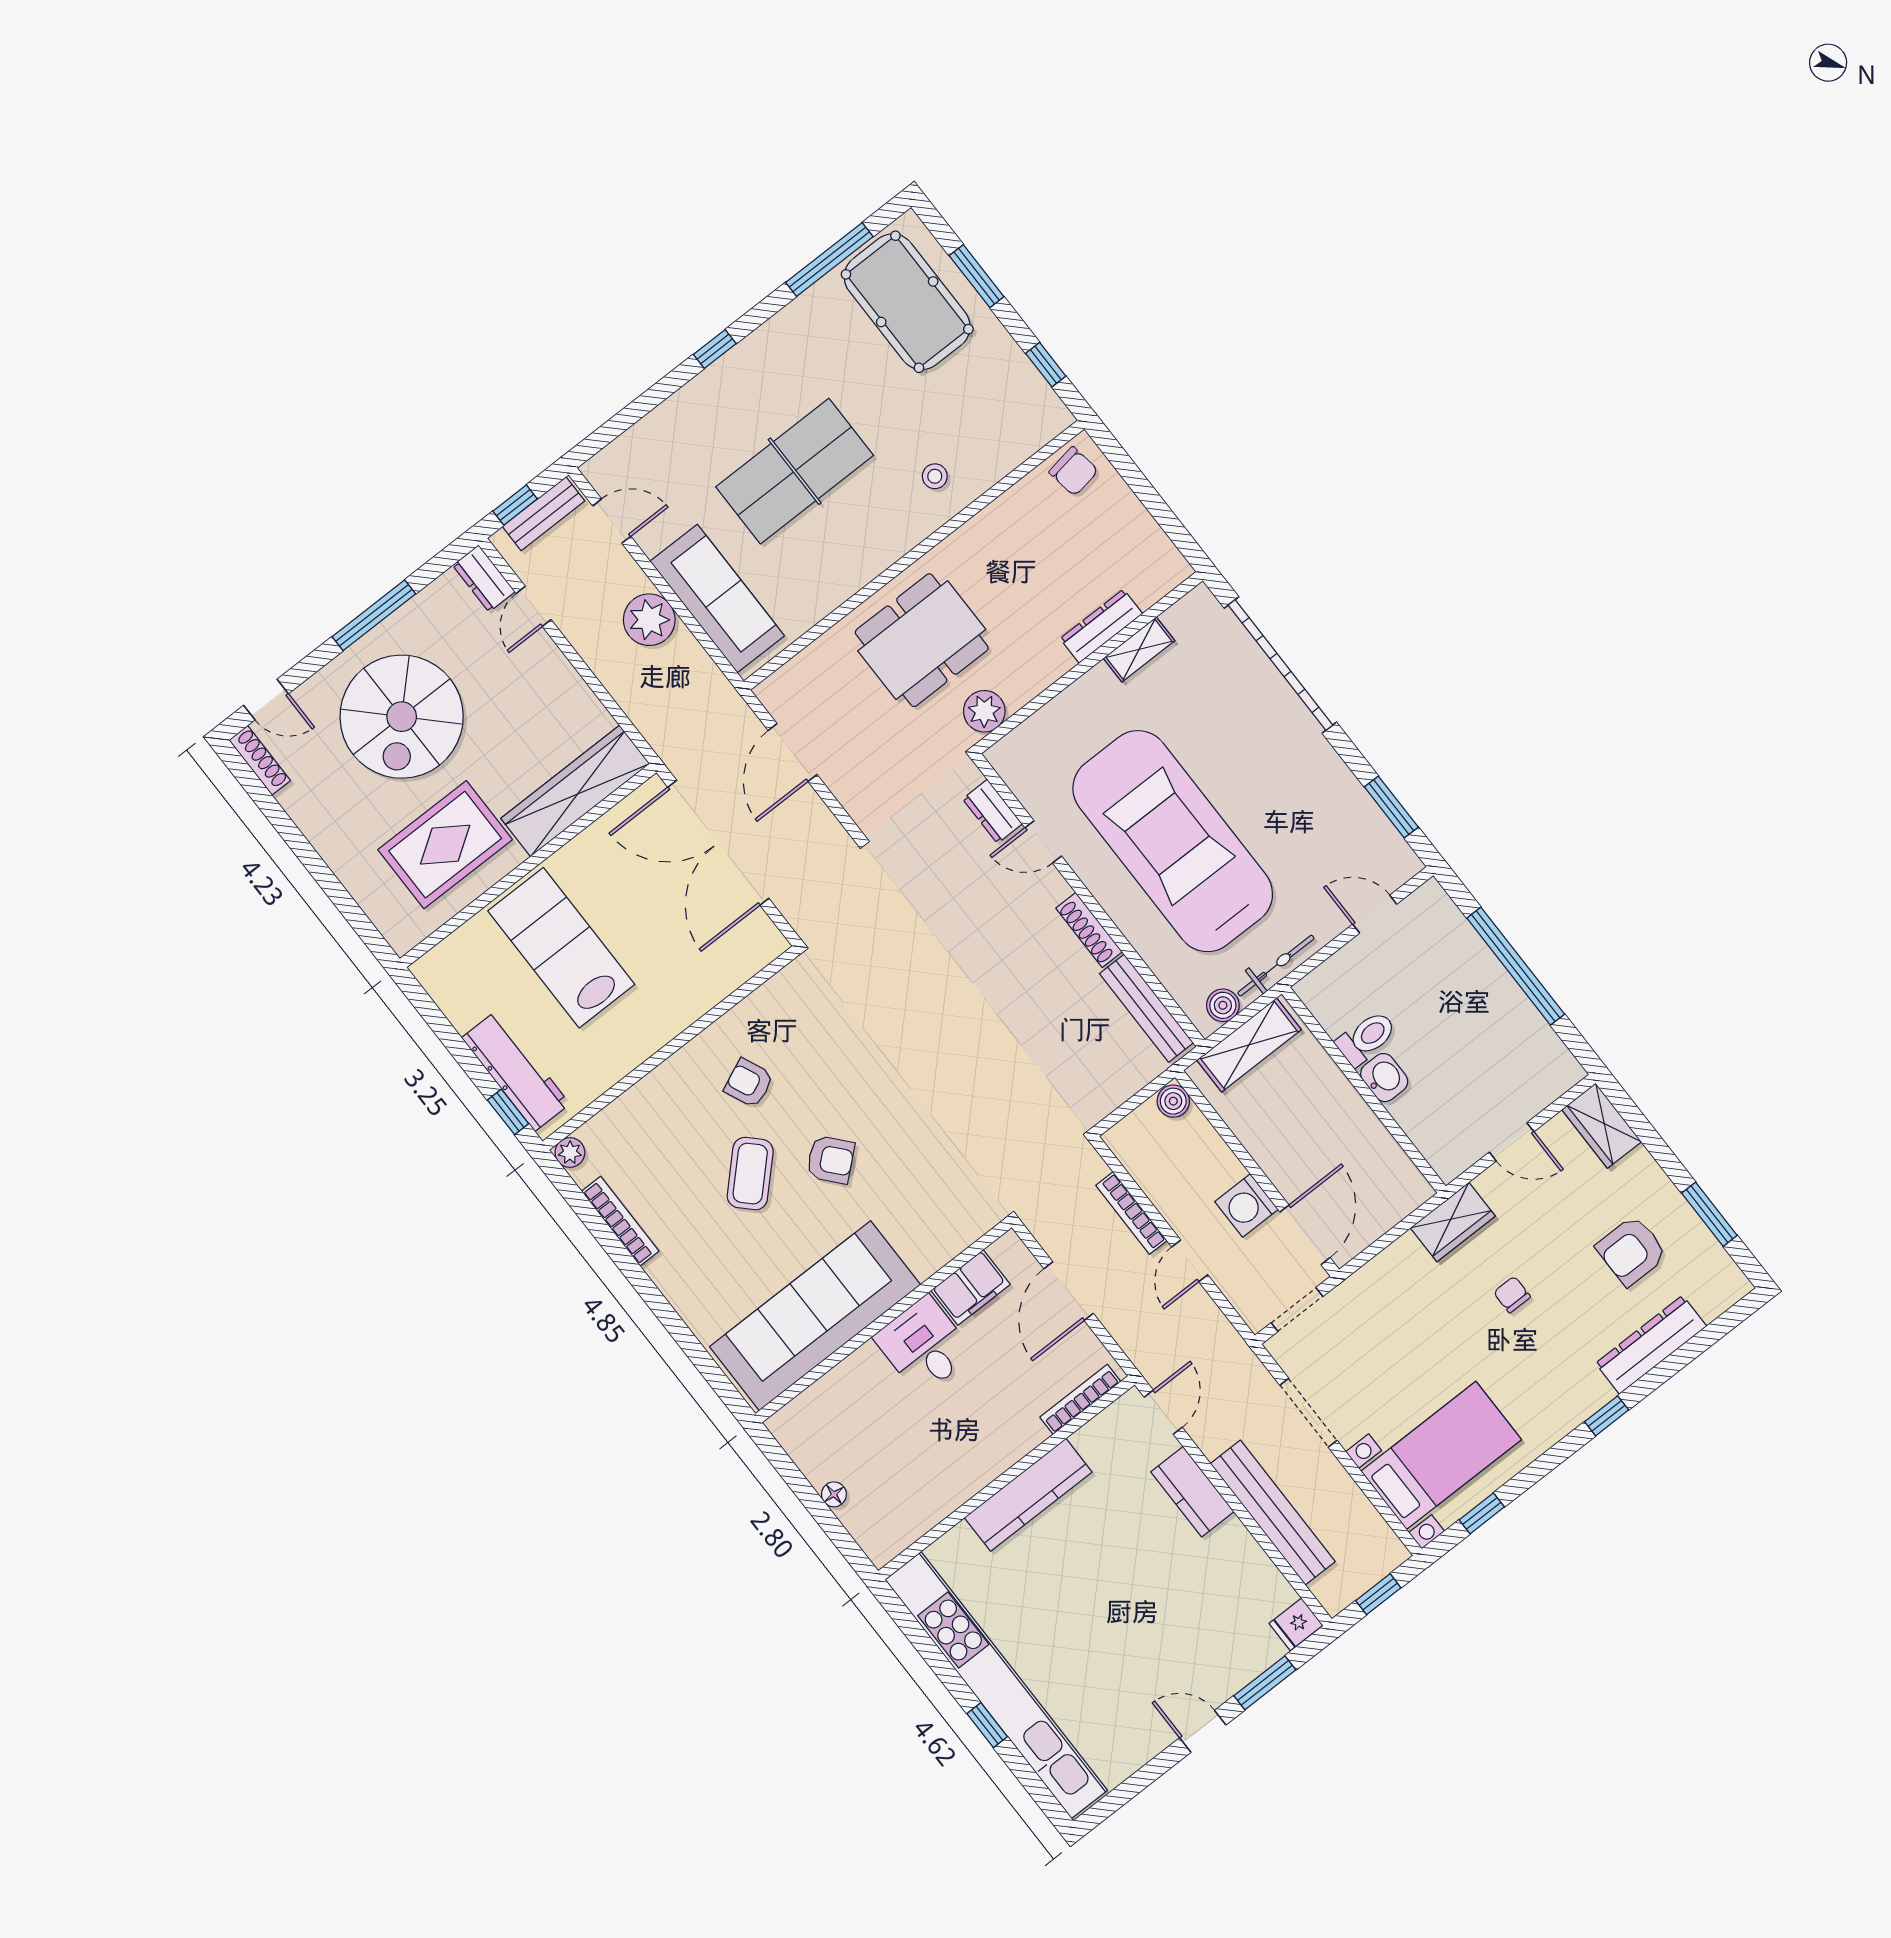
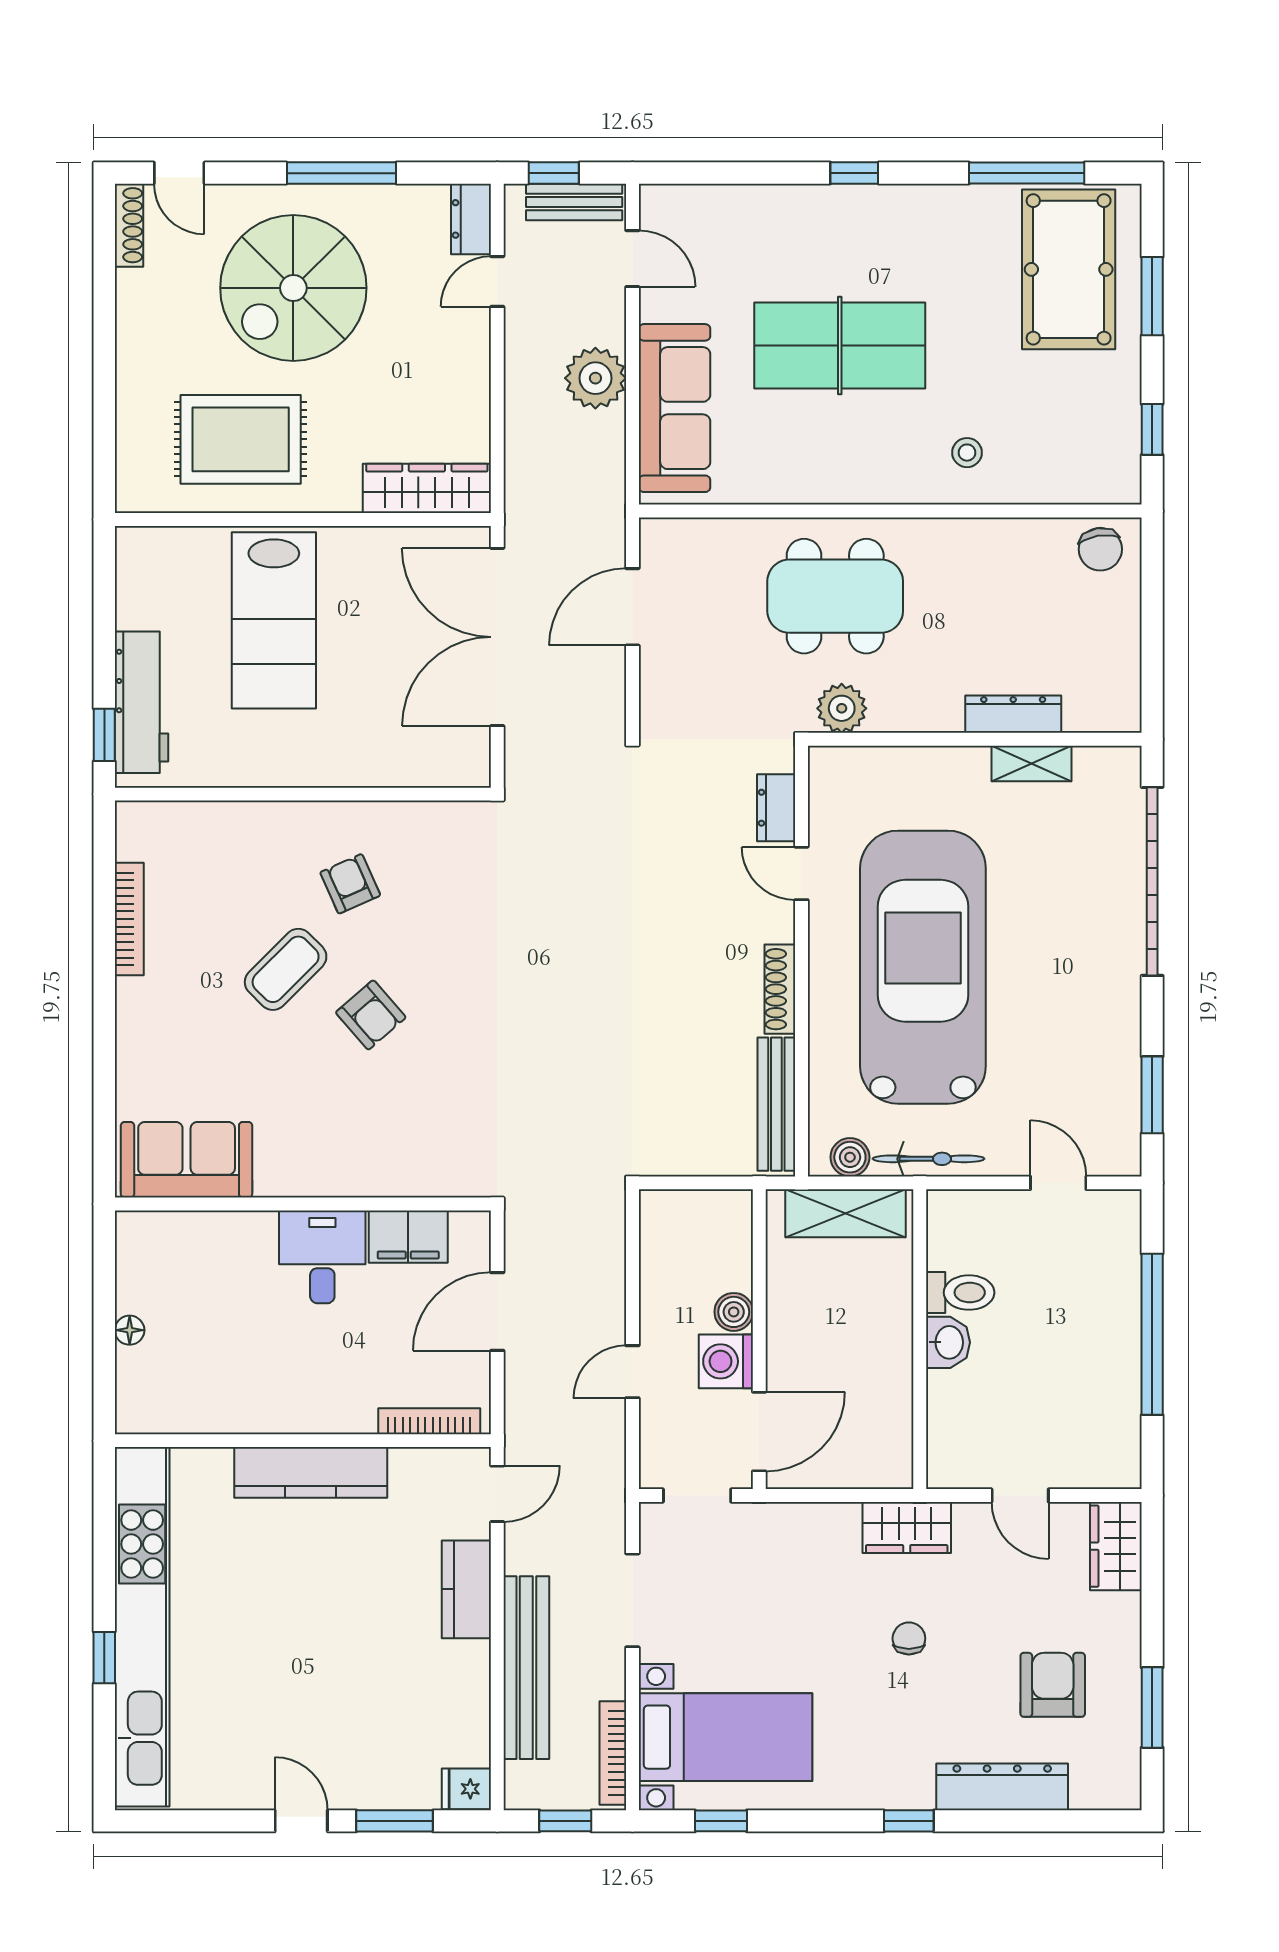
wardrobe: (575, 791) -> (427, 488), width x0.71, depth x0.85
lab bench: (561, 948) -> (274, 620), turned 180
boiler: (1173, 1101) -> (734, 1312), moved
plant: (570, 1153) -> (132, 818), removed
bookcase: (1131, 1213) -> (613, 1753), moved
armchair: (1632, 1251) -> (1053, 1685), turned 90
sofa: (815, 1316) -> (187, 1160), width x0.54, depth x0.79

